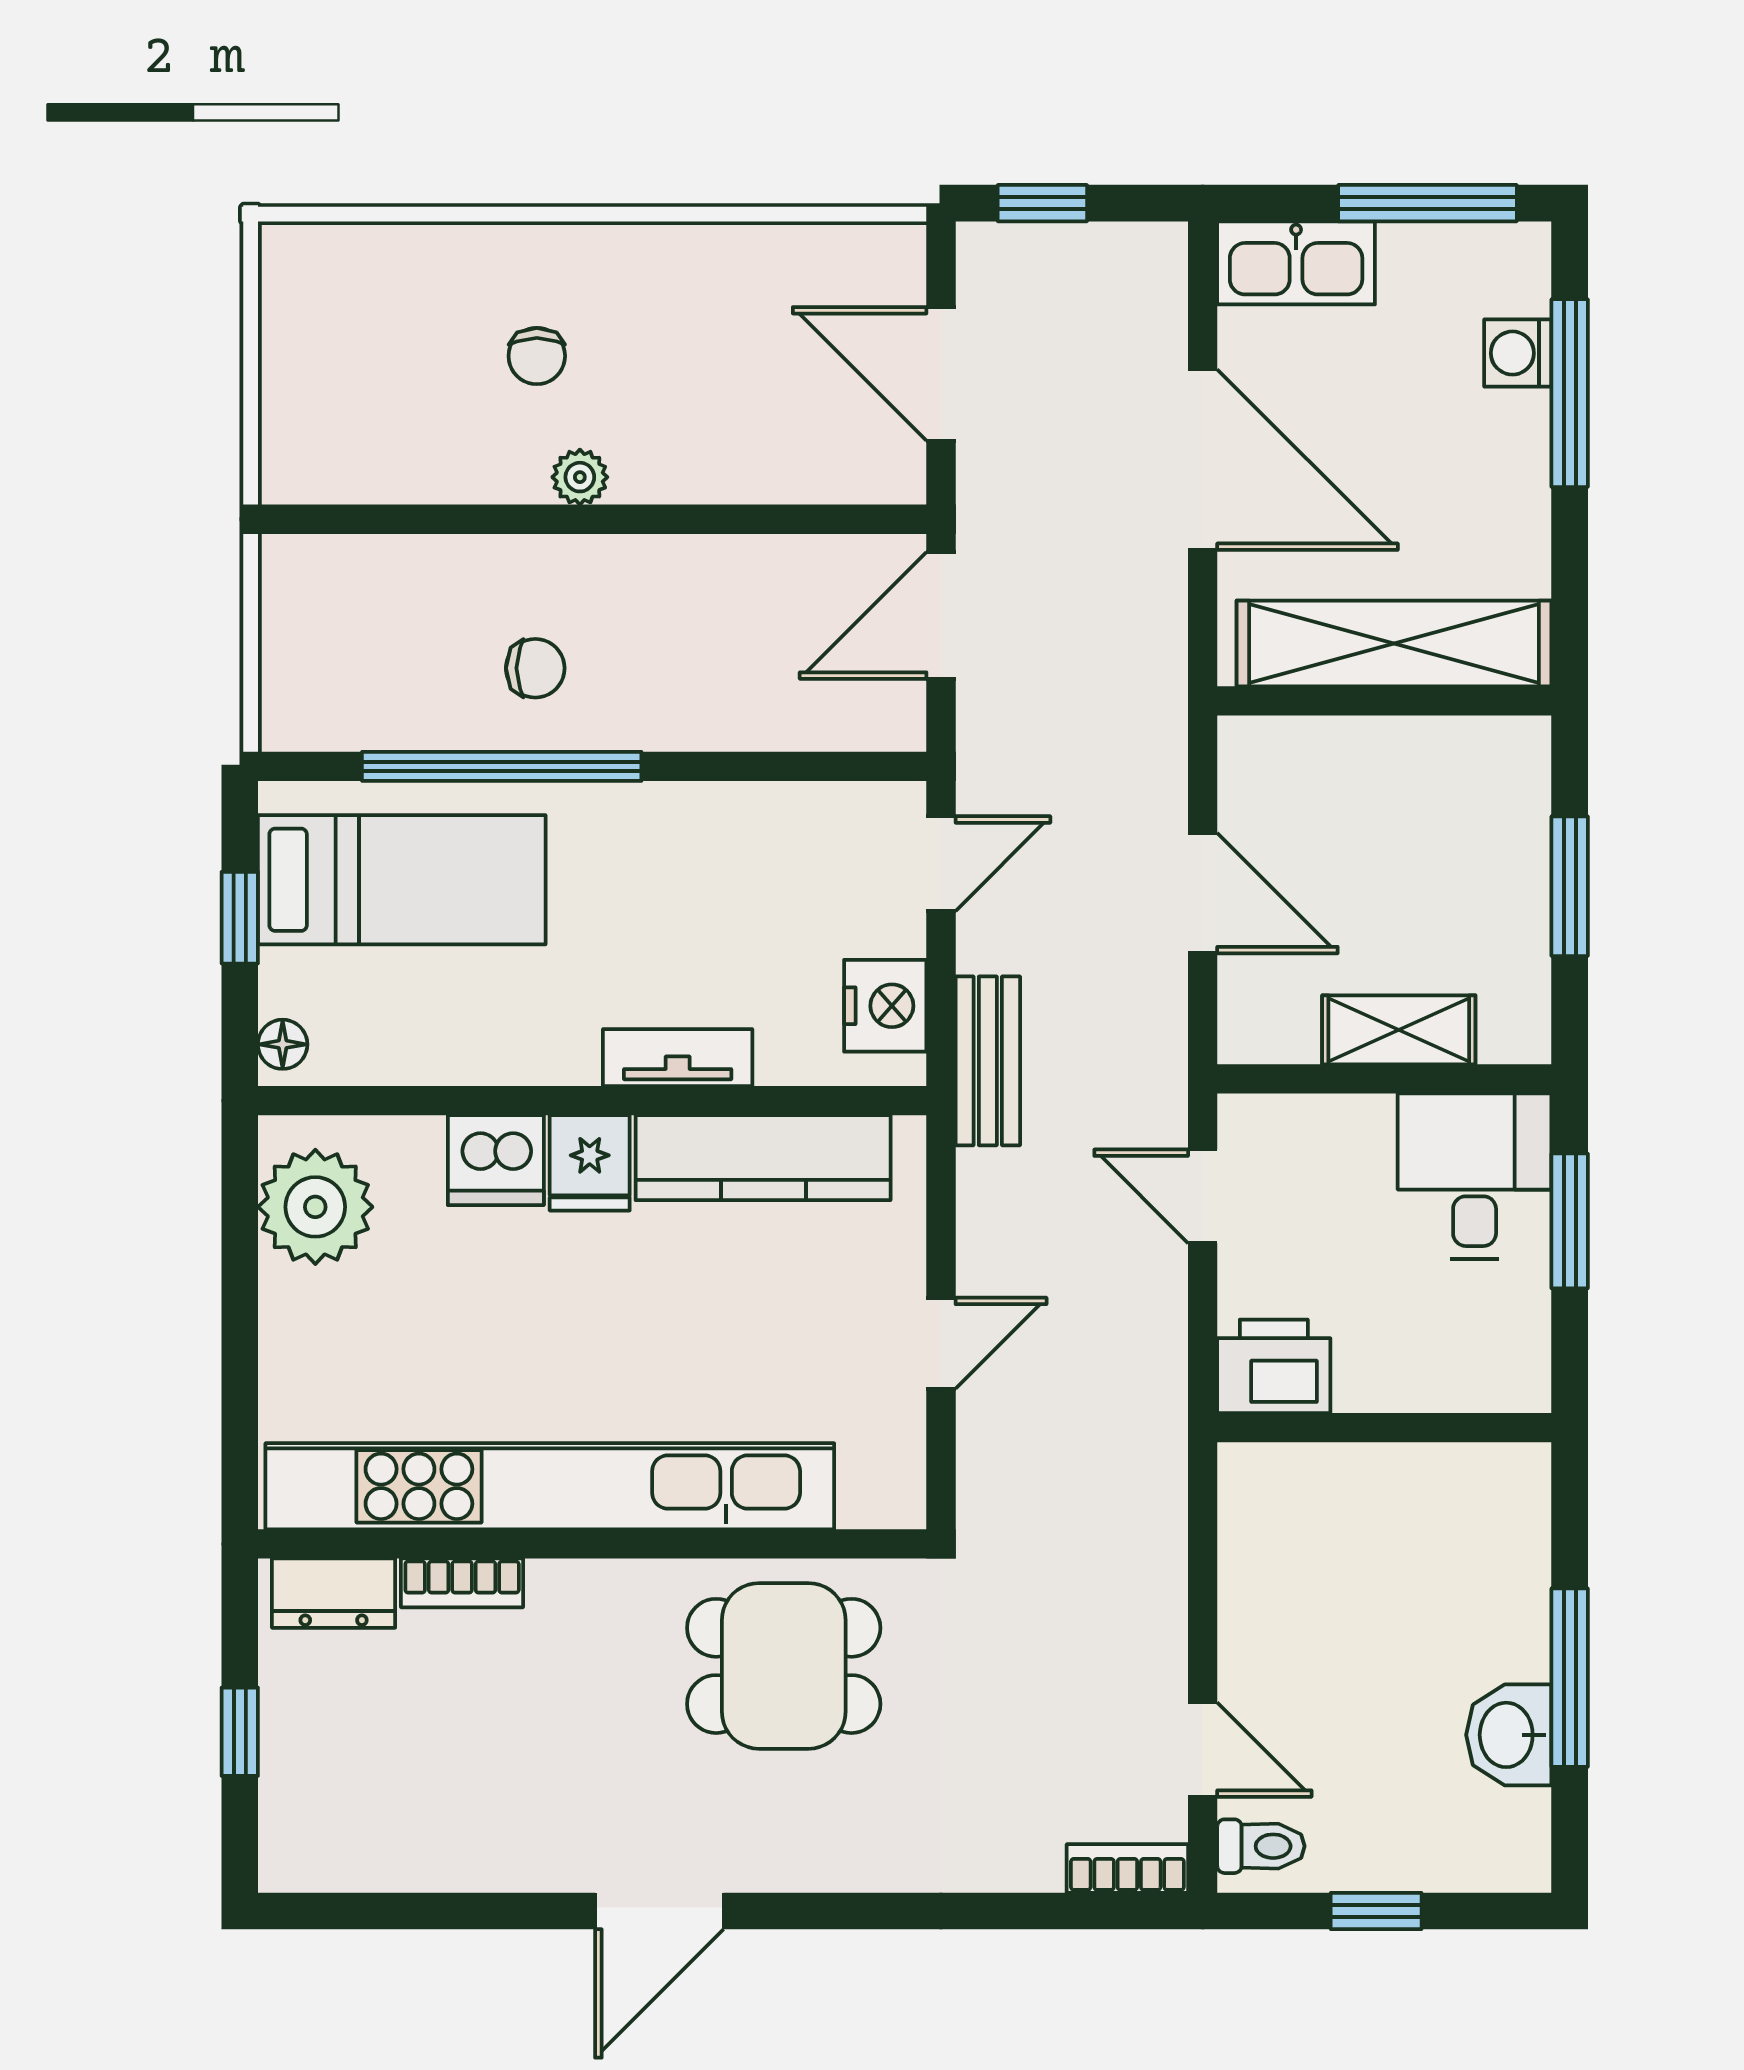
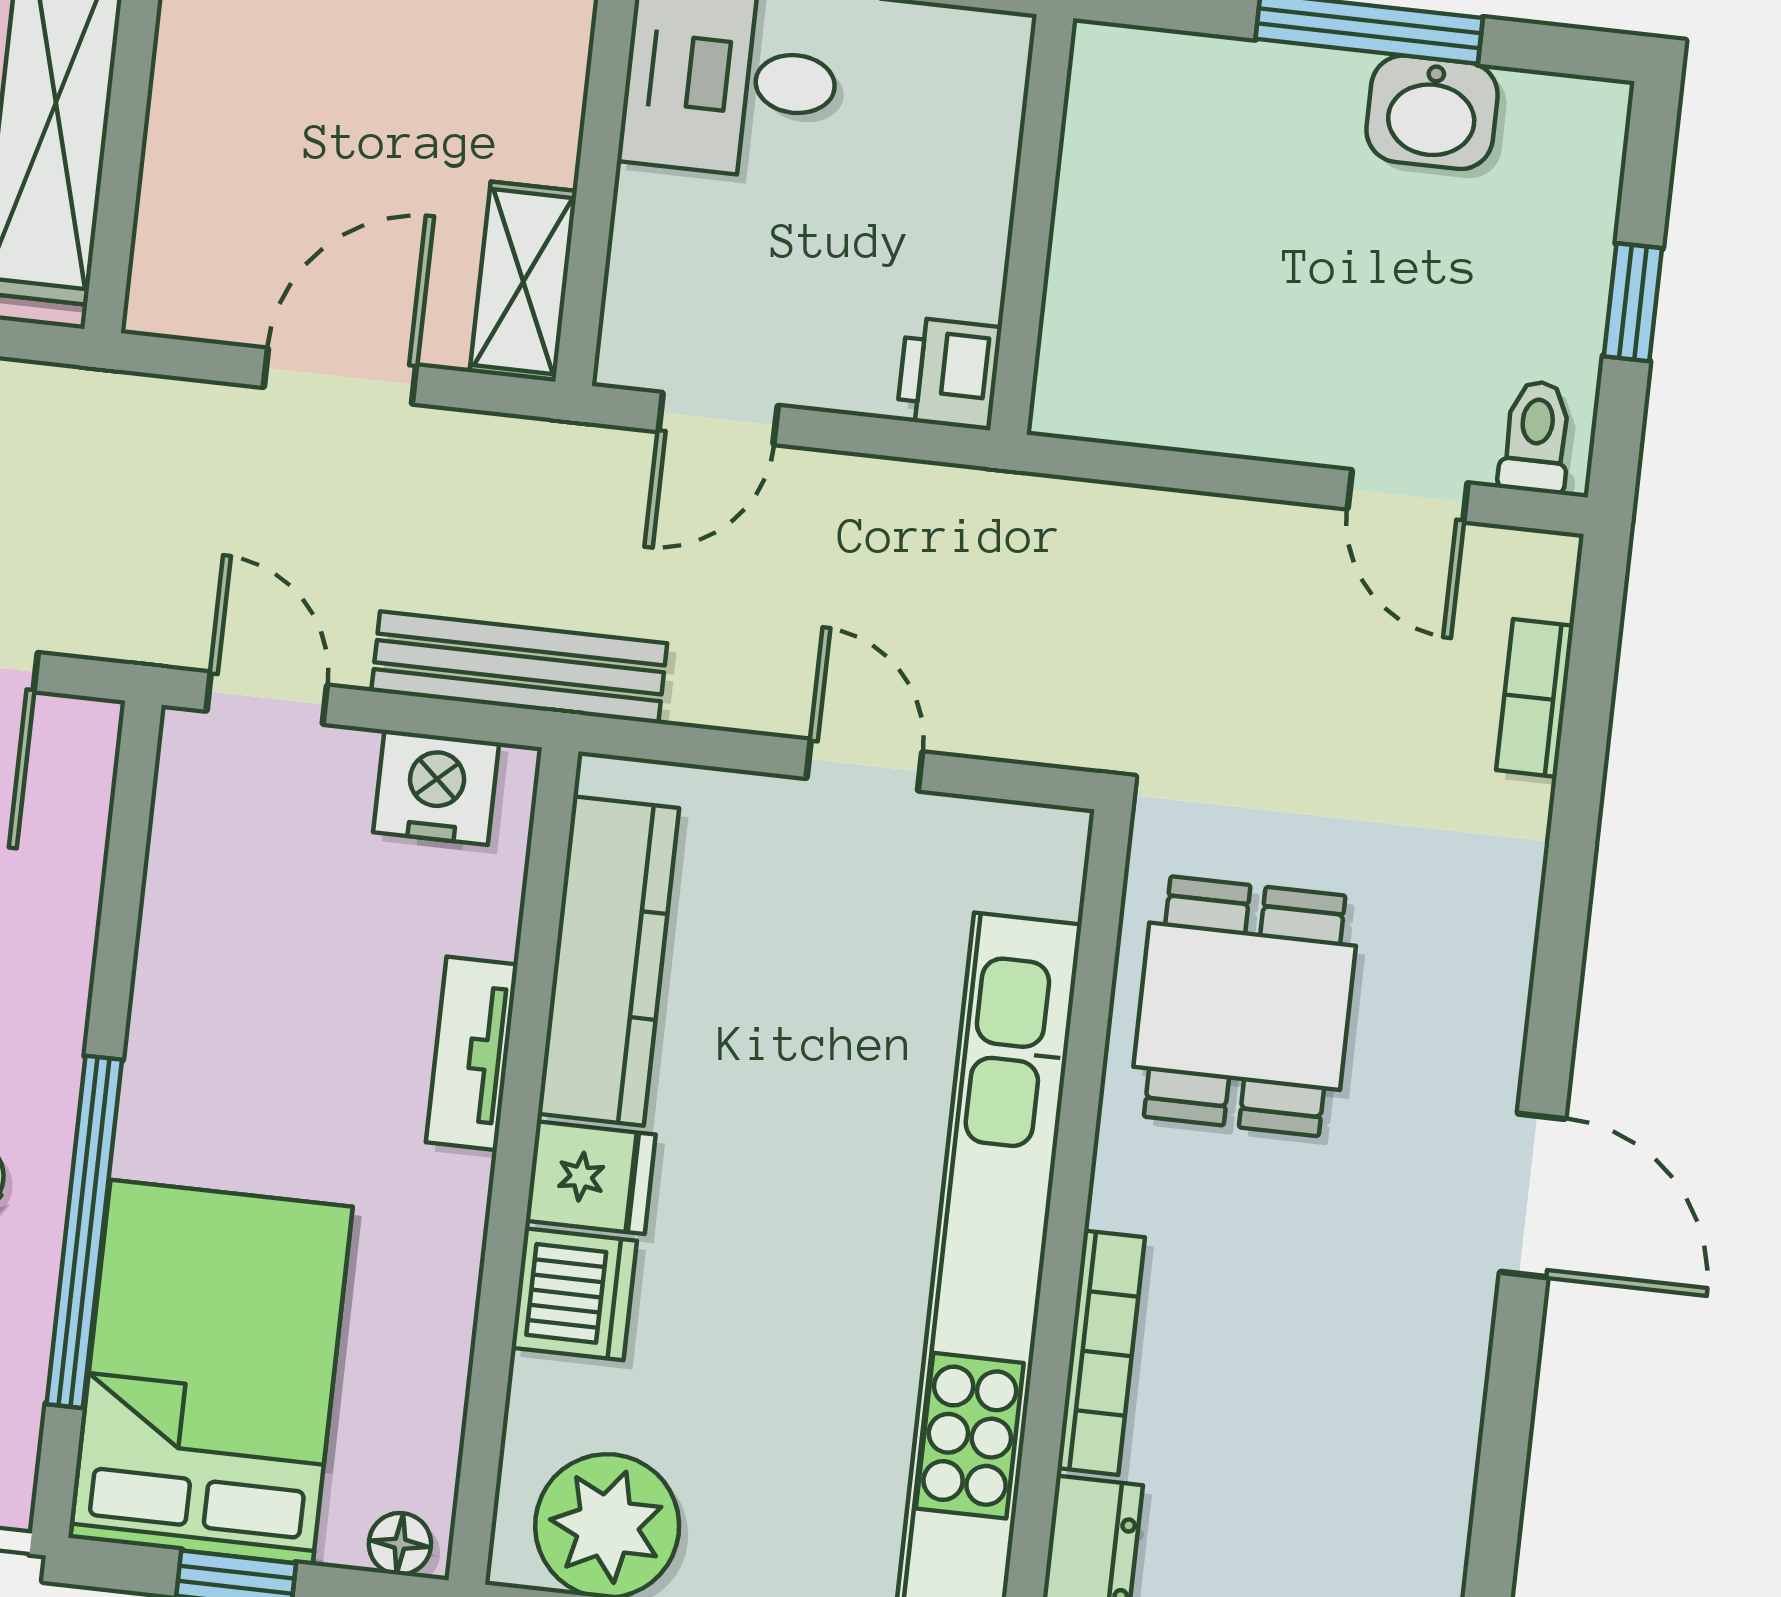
bed: (402, 880) -> (212, 1372), width x1.50
shelving: (1399, 1030) -> (523, 282), moved
bench: (988, 1061) -> (519, 667), width x1.36
printer: (1274, 1366) -> (949, 374), width x0.73, depth x0.81
bookcase: (462, 1583) -> (1101, 1353), width x1.56
door: (1203, 1750) -> (1408, 496), swing flipped
bookcase: (1127, 1868) -> (1535, 698), moved

